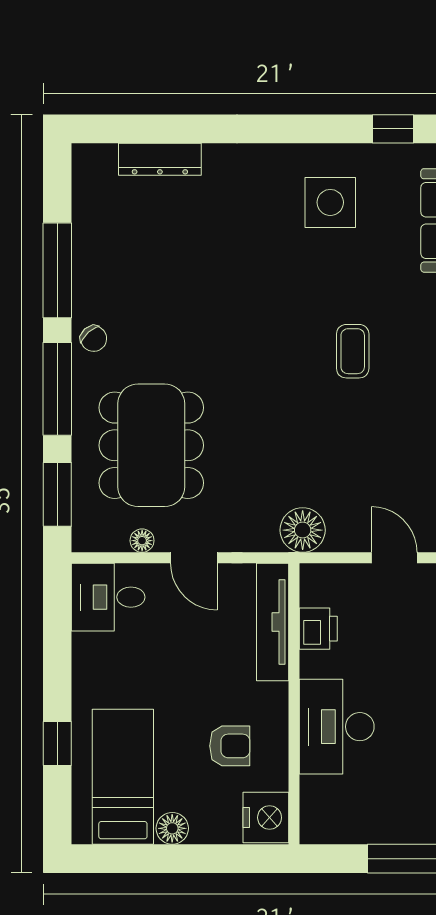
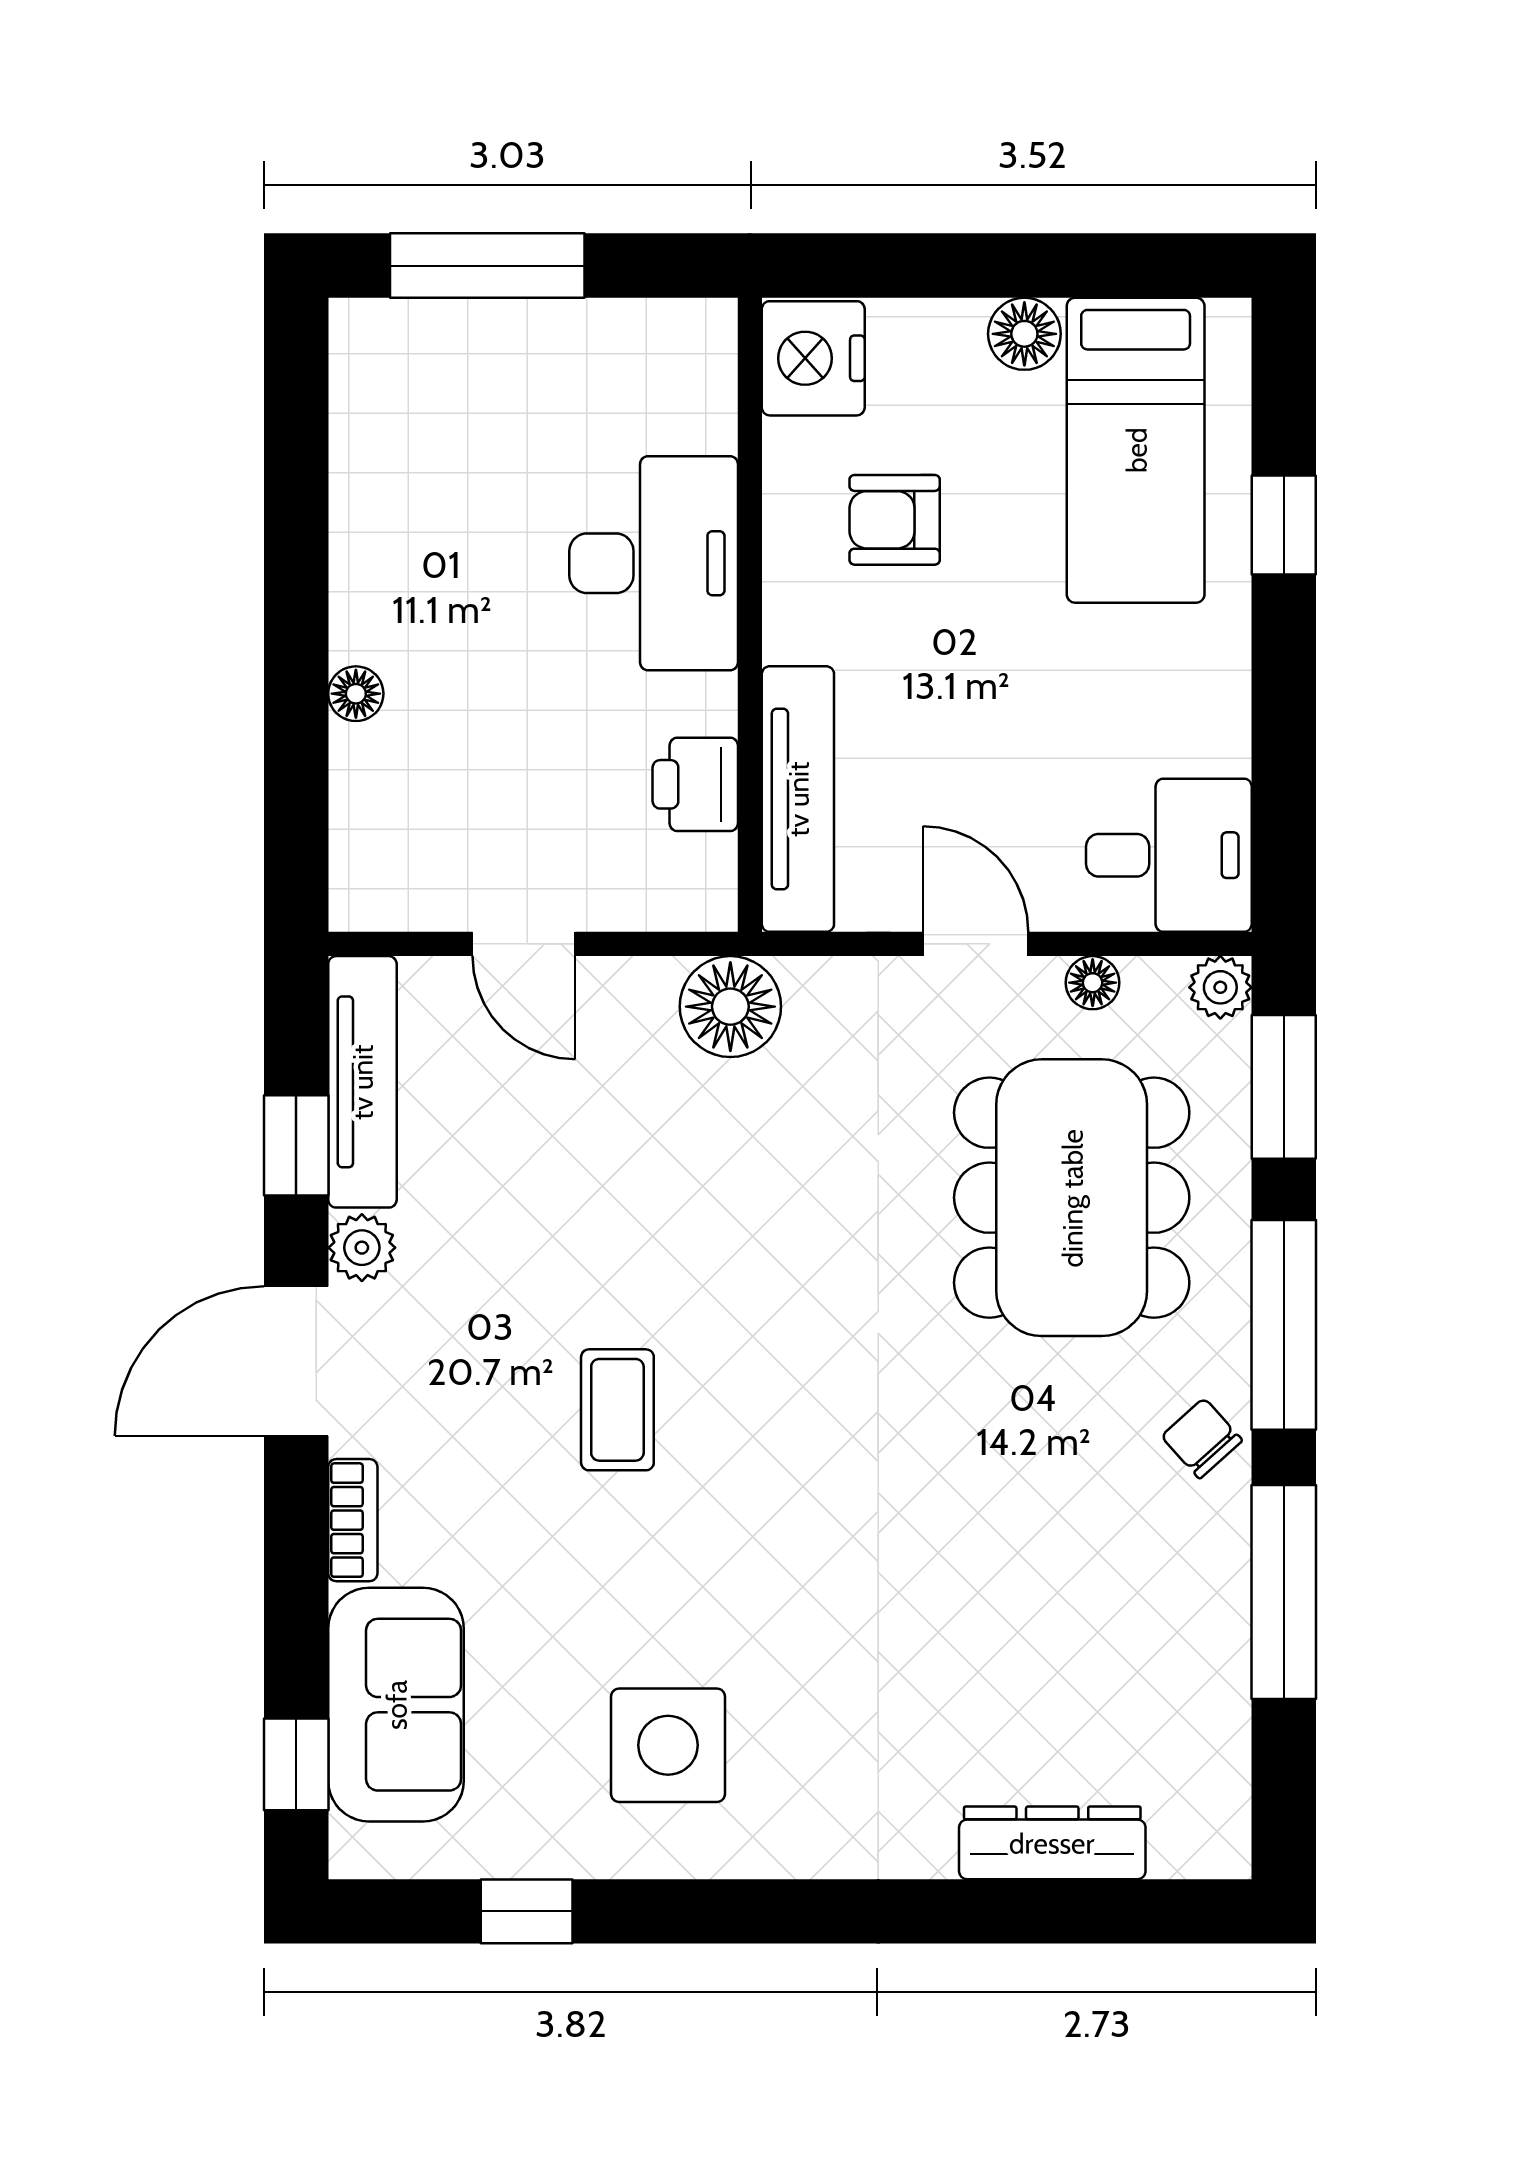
plant: (85, 539) -> (1220, 987), added

